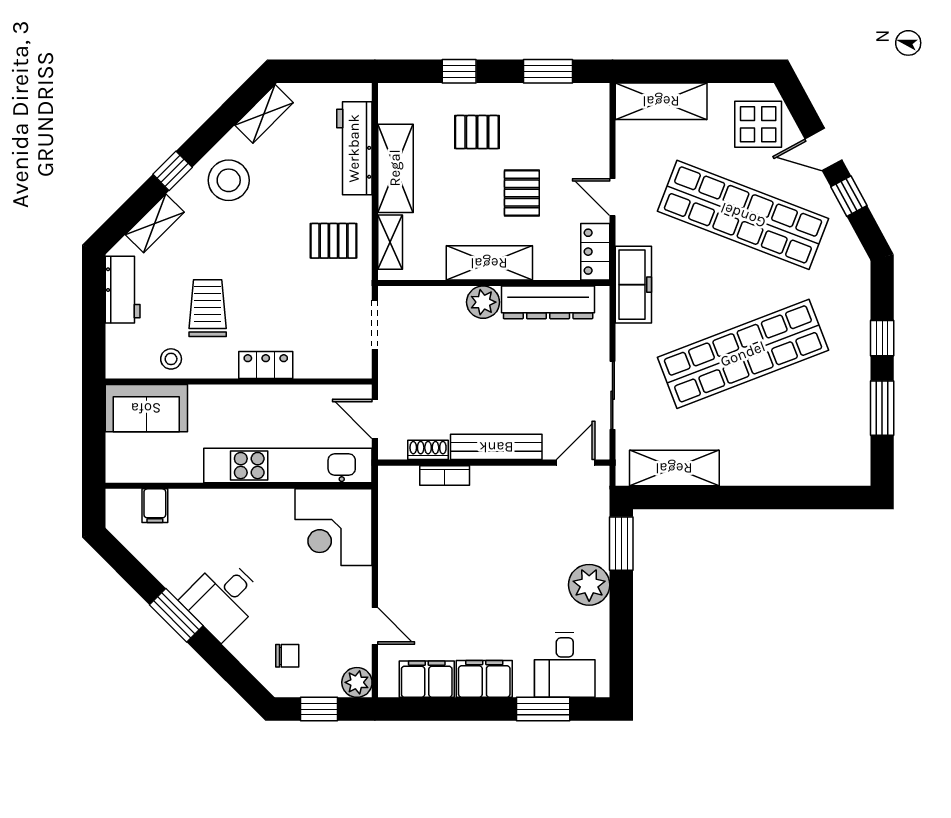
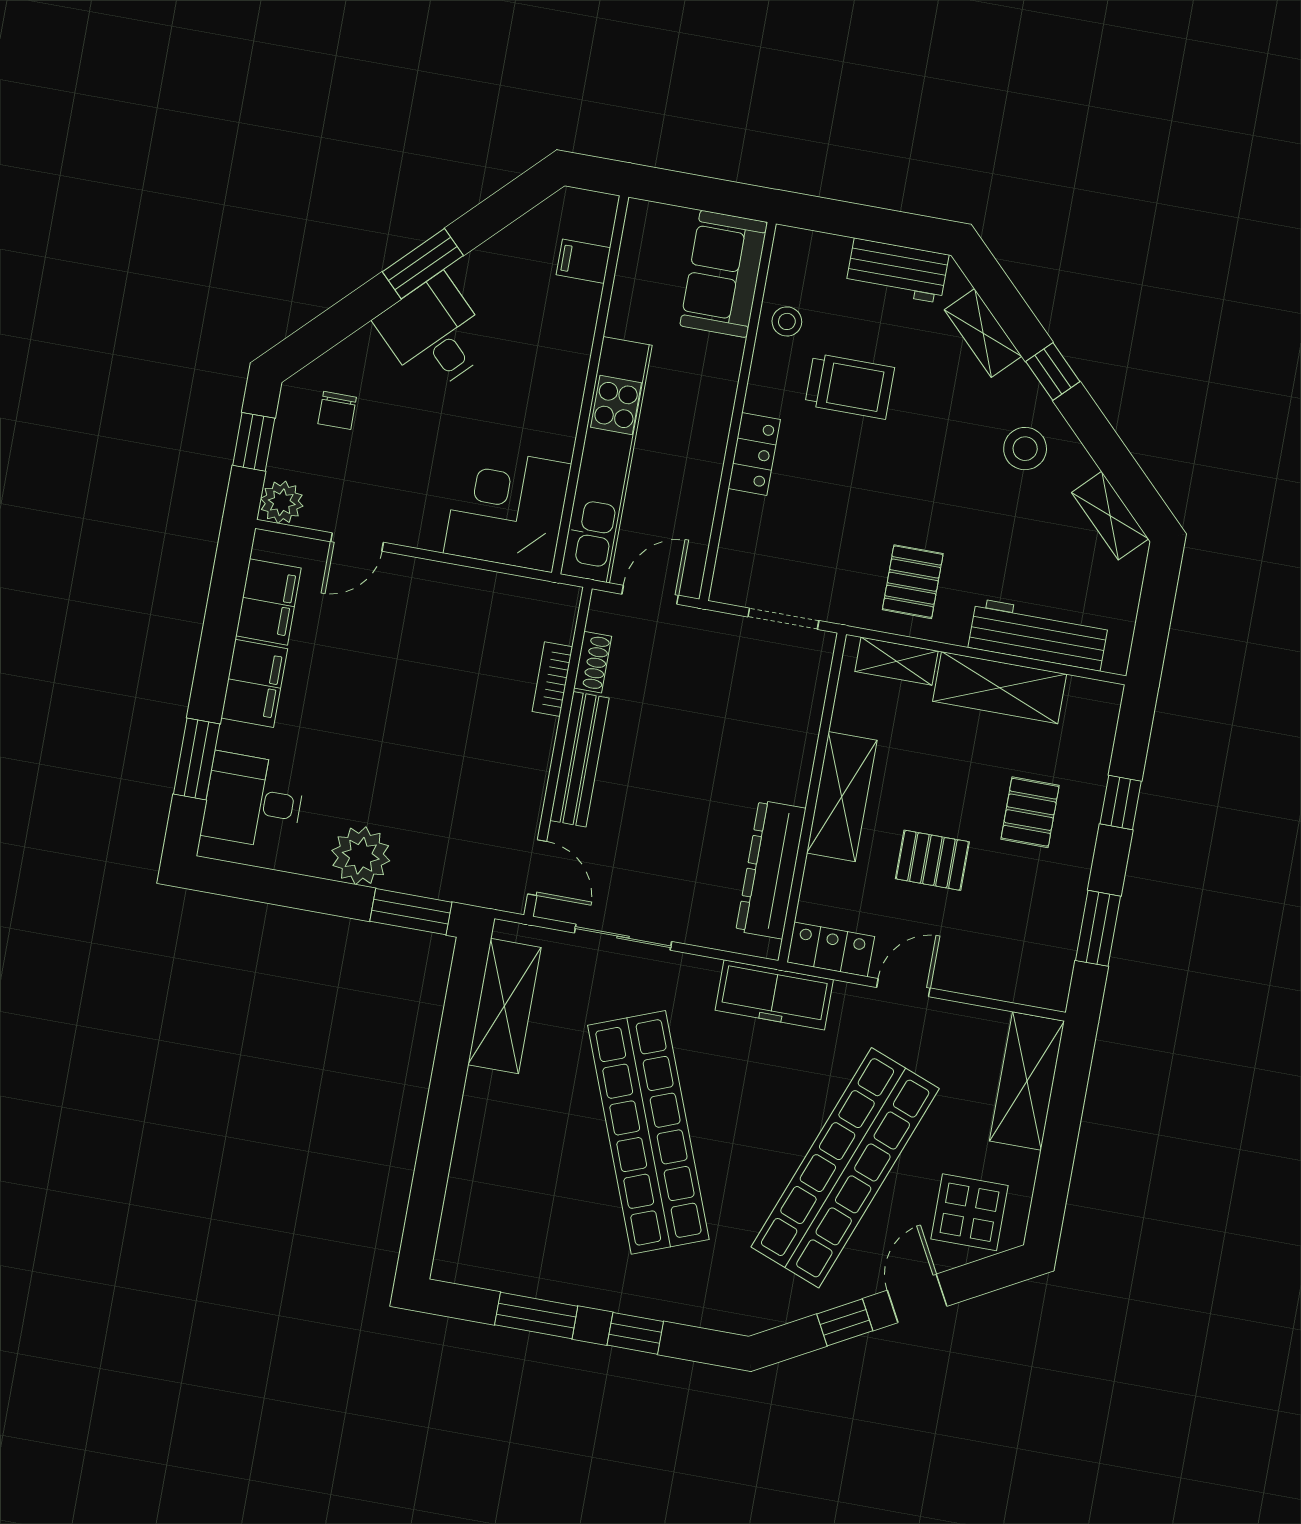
stool: (229, 180) -> (1025, 449), width x0.73, depth x0.73
plant: (483, 302) -> (788, 778), removed

